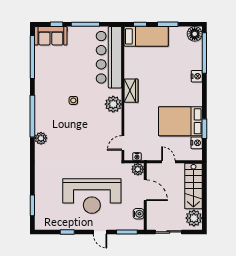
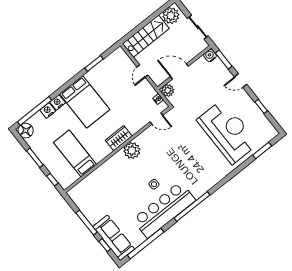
sofa: (51, 36) -> (114, 238), width x1.36
bed: (146, 36) -> (75, 153), moved
bar counter: (109, 57) -> (164, 210), moved, turned 180
wardrobe: (131, 91) -> (119, 138), moved
bed: (180, 121) -> (85, 102), moved
plant: (41, 138) -> (204, 186), removed
nightstand: (197, 143) -> (48, 110), moved
door: (145, 190) -> (179, 71), hinge flipped
reception desk: (92, 196) -> (228, 132), moved
water cooler: (139, 214) -> (210, 56), moved
door: (100, 232) -> (241, 81), swing flipped

